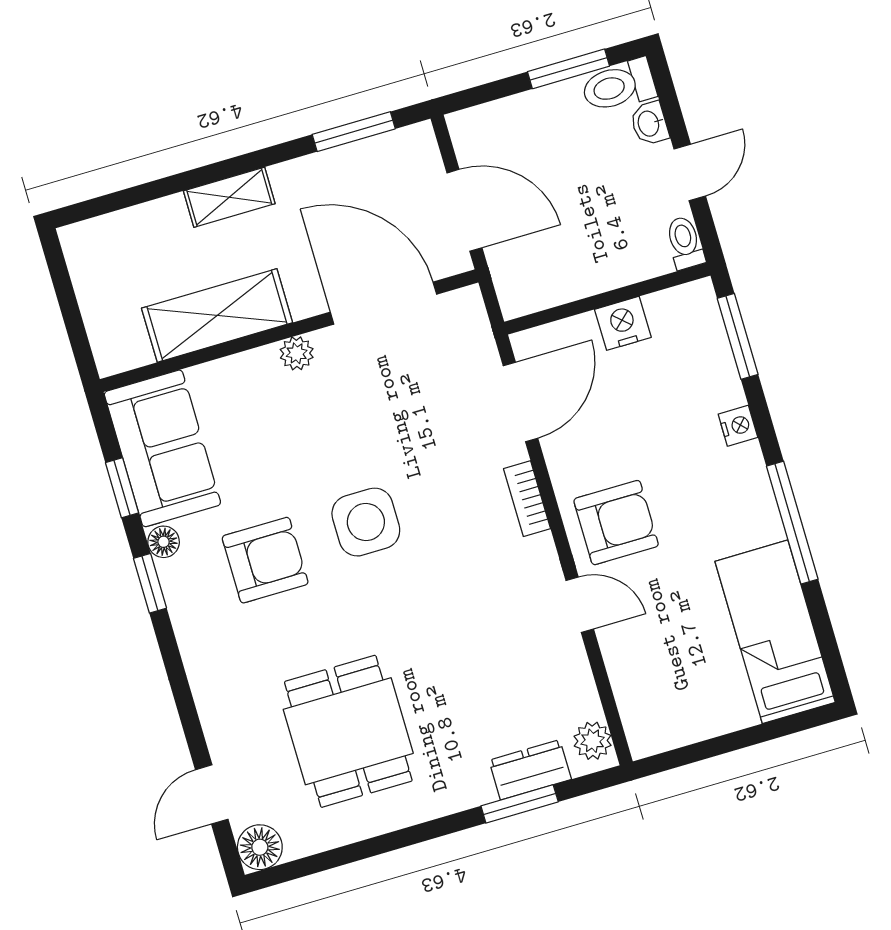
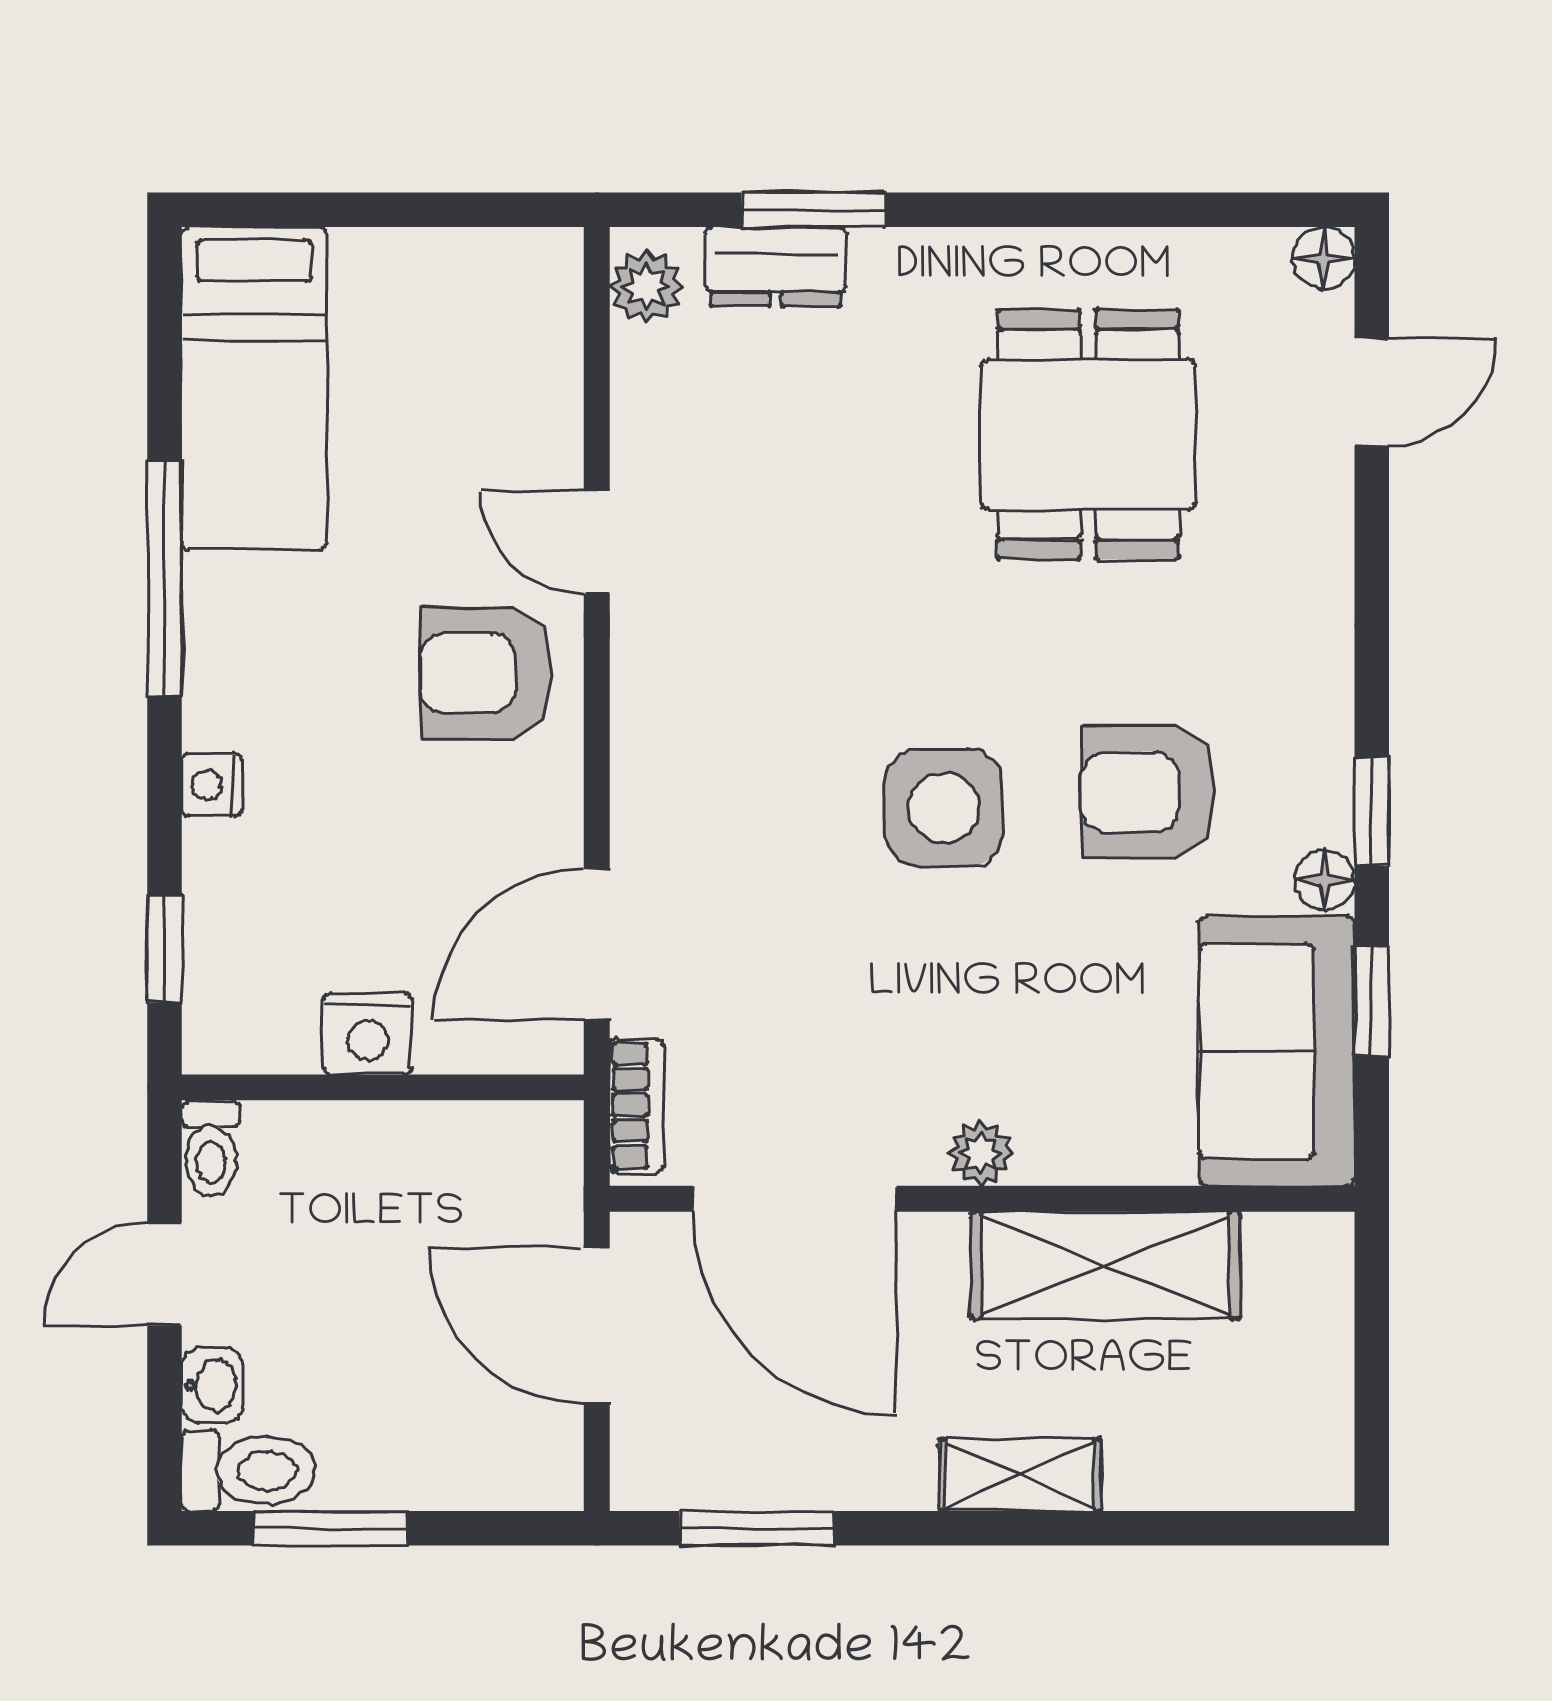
window: (738, 336) -> (164, 948), width x0.67
bookcase: (527, 499) -> (637, 1105), moved
floor lamp: (260, 847) -> (1323, 258), width x0.73, depth x0.73

